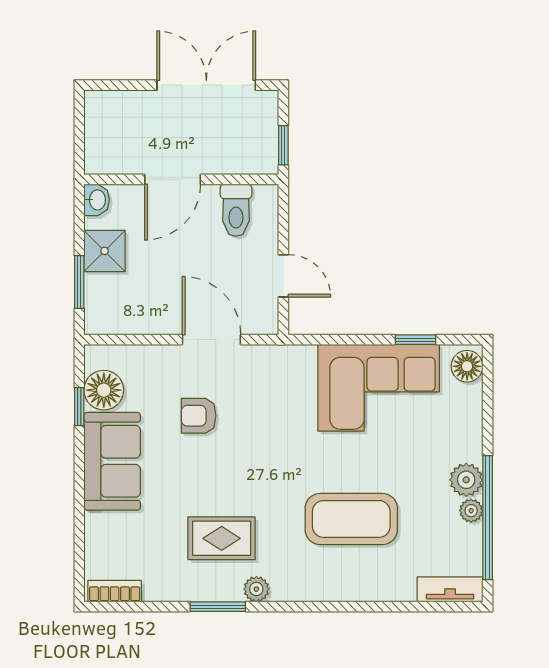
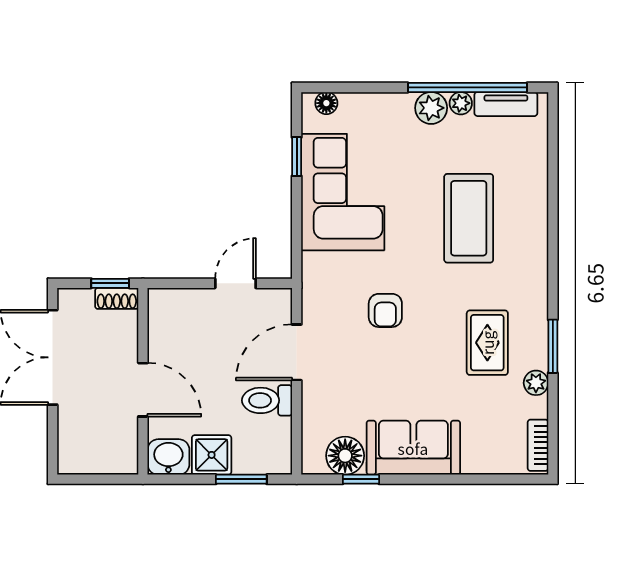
shoe rack: (268, 152) -> (117, 298), added
washbasin: (97, 200) -> (168, 457), width x1.38, depth x1.45
toilet: (236, 210) -> (267, 400), moved, turned 180
floor lamp: (467, 366) -> (326, 103), width x0.73, depth x0.73
armchair: (199, 416) -> (385, 310), moved
plant: (256, 589) -> (536, 383), moved
tv unit: (450, 589) -> (506, 104), moved, turned -90

